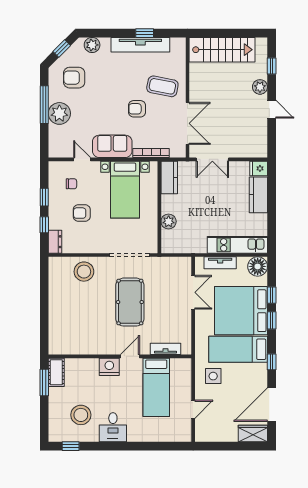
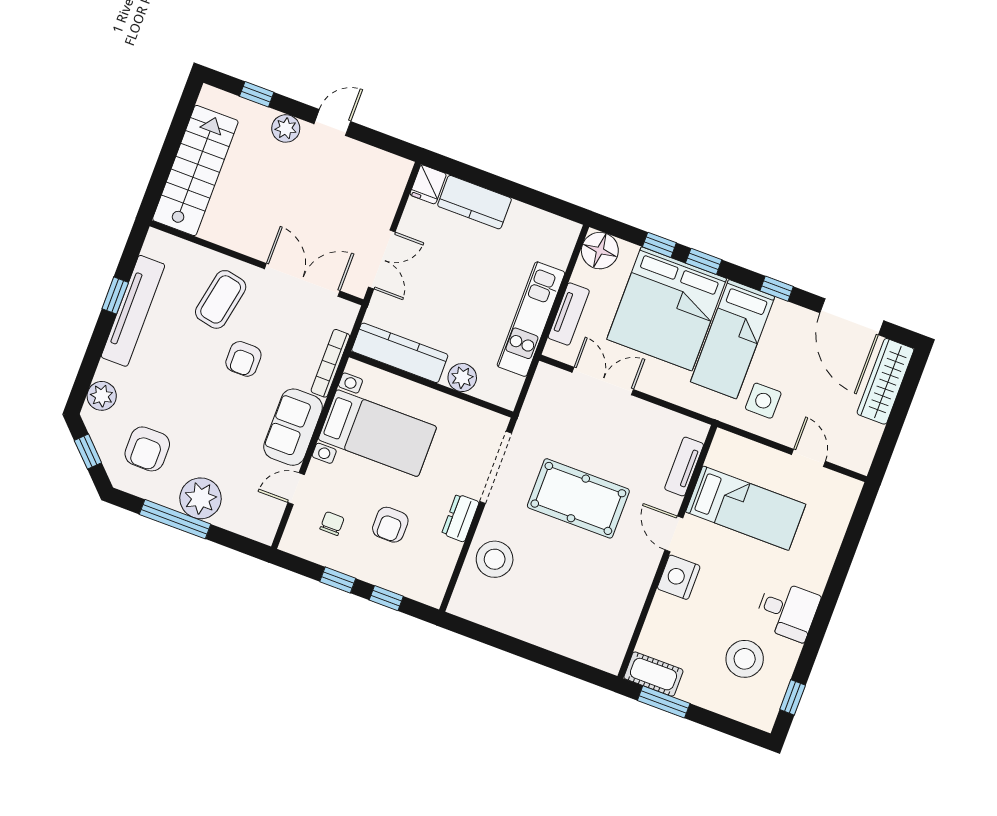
kitchen counter: (169, 177) -> (400, 353), width x1.50
dresser: (55, 242) -> (460, 518), moved, turned -90
kitchen unit: (237, 245) -> (531, 319), moved
wardrobe: (253, 433) -> (885, 381), width x1.50

